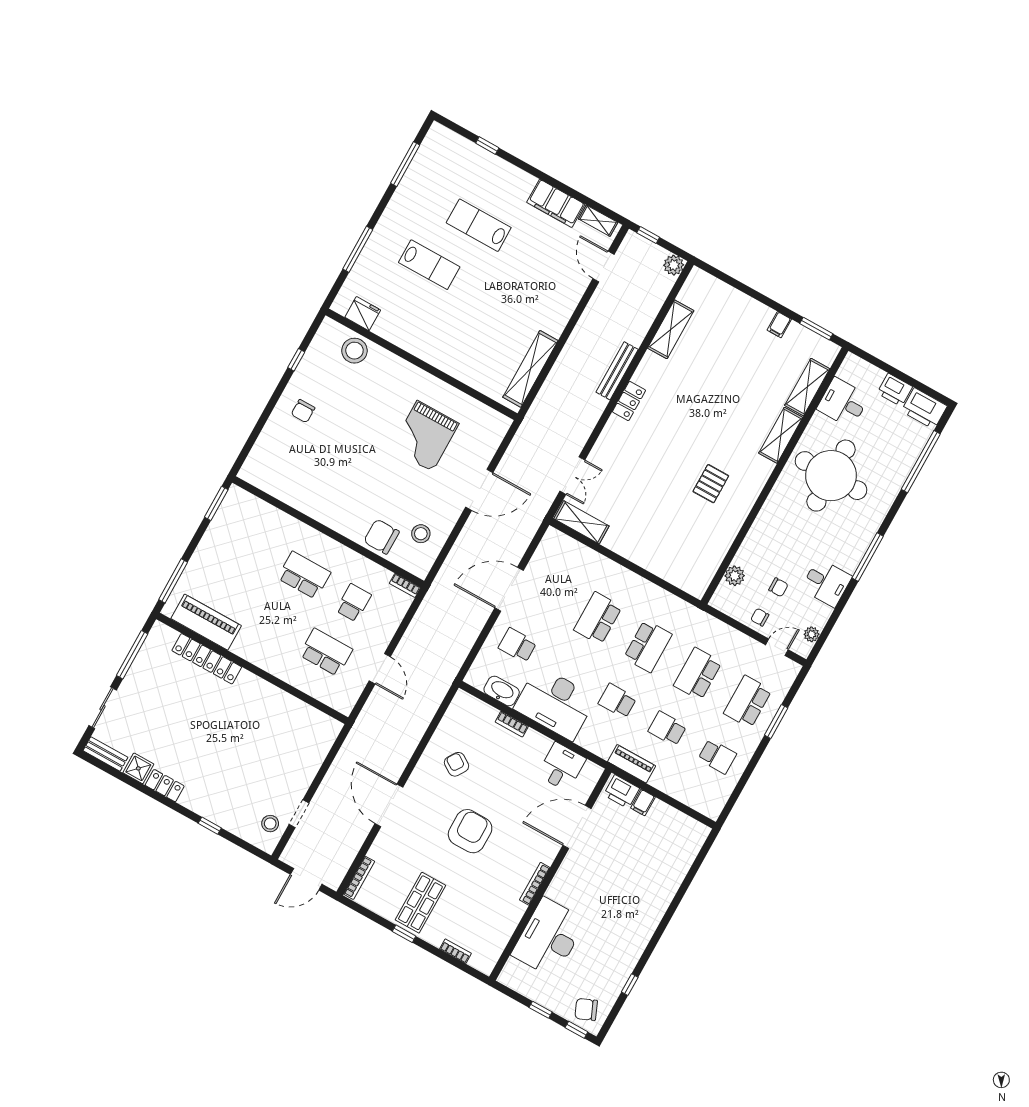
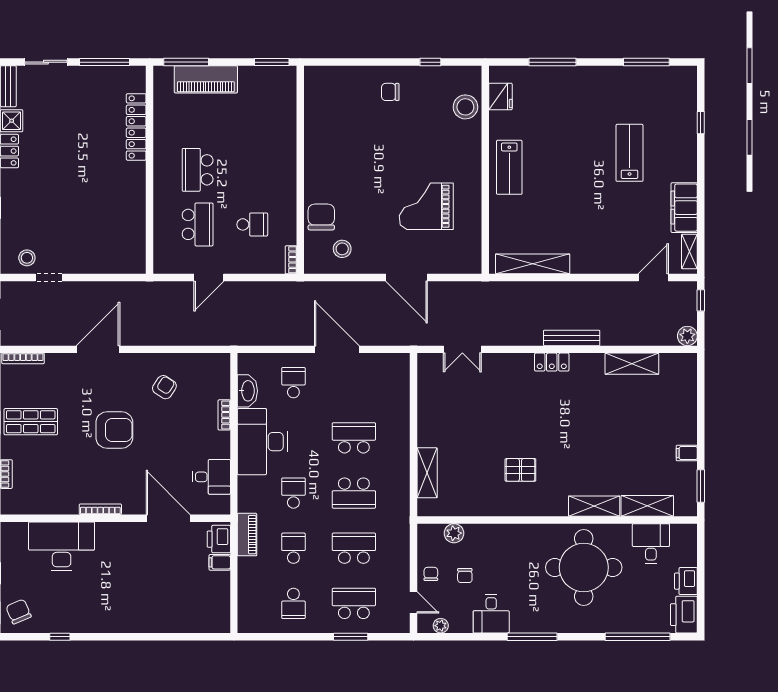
lab bench: (429, 265) -> (509, 167), moved
shelving: (581, 522) -> (427, 473), moved
school desk: (304, 575) -> (198, 170), moved, turned 180
piano: (206, 622) -> (206, 79), moved, turned 90

